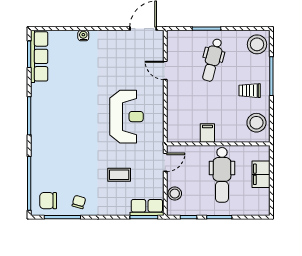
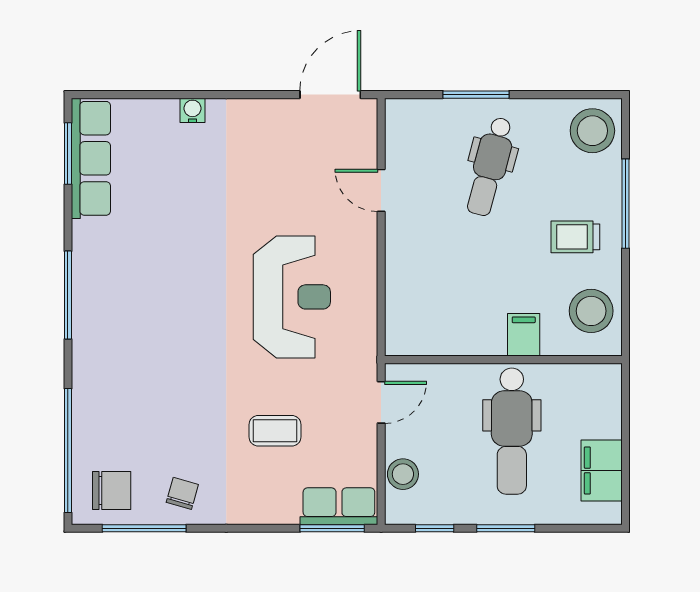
filing cabinet: (207, 133) -> (524, 335), moved
filing cabinet: (261, 174) -> (602, 470), moved
chair: (48, 201) -> (112, 491), turned 180

